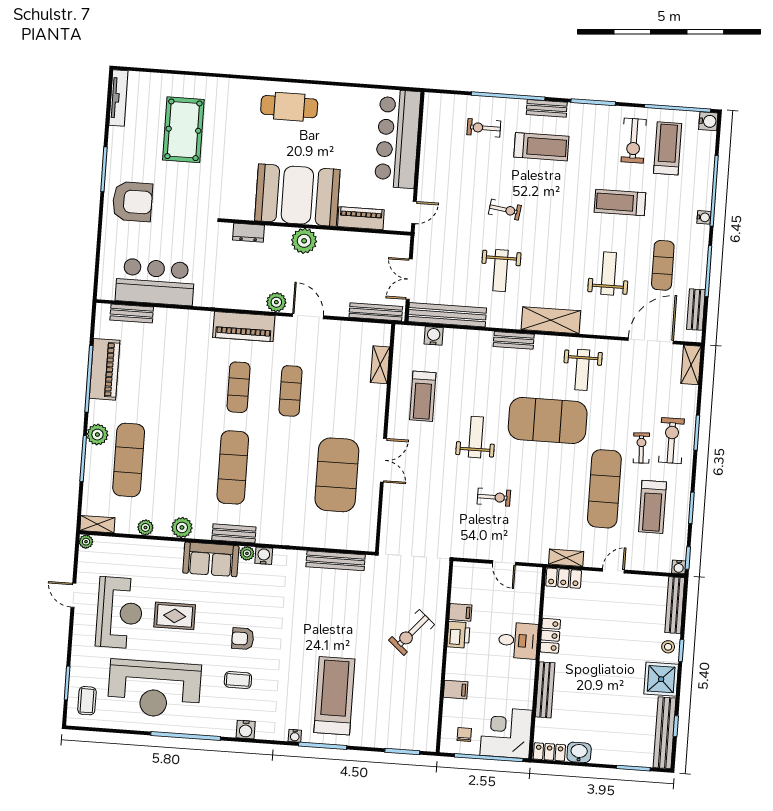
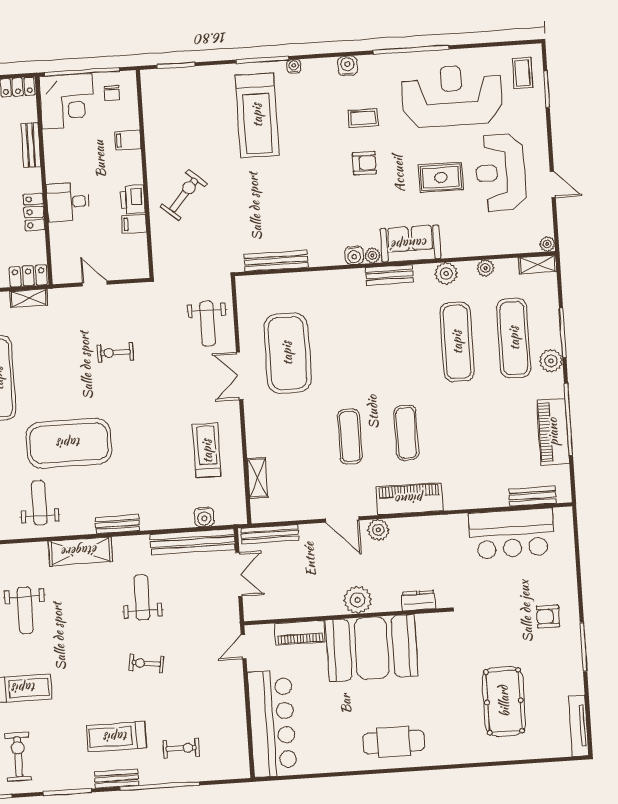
armchair: (132, 202) -> (548, 617), width x0.53, depth x0.53
weight bench: (476, 437) -> (207, 324), moved
exercise mat: (233, 467) -> (457, 342), moved
bench: (545, 690) -> (31, 145), width x0.73

